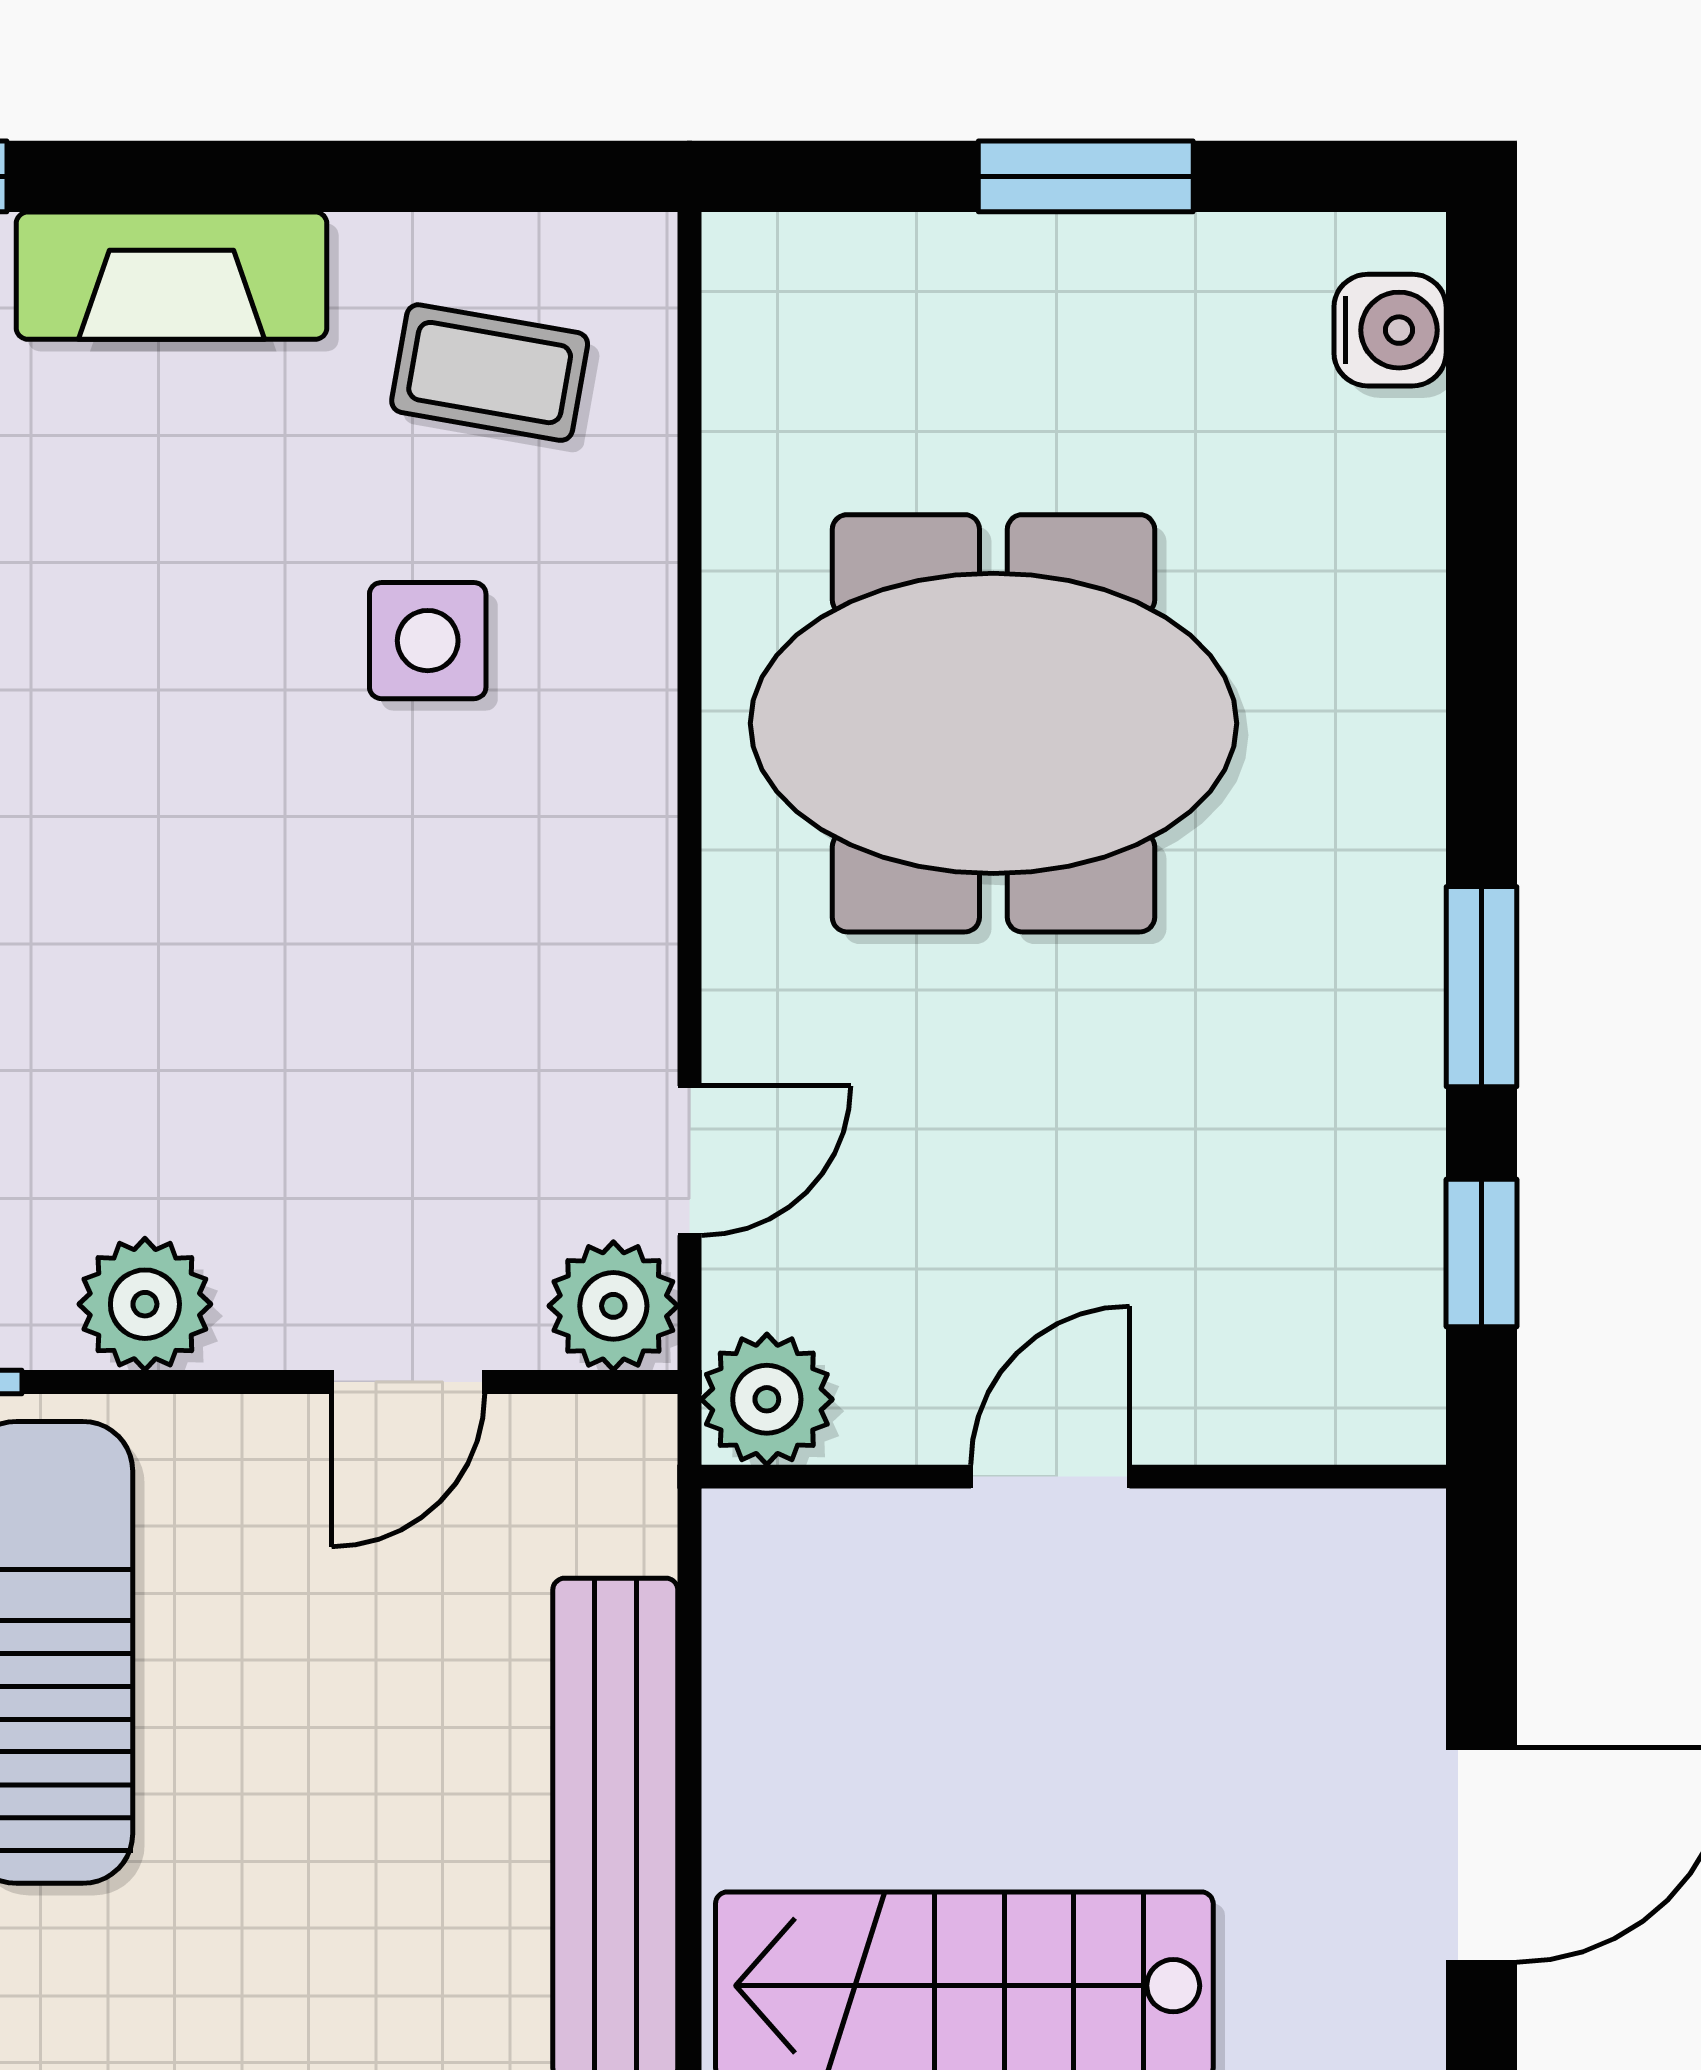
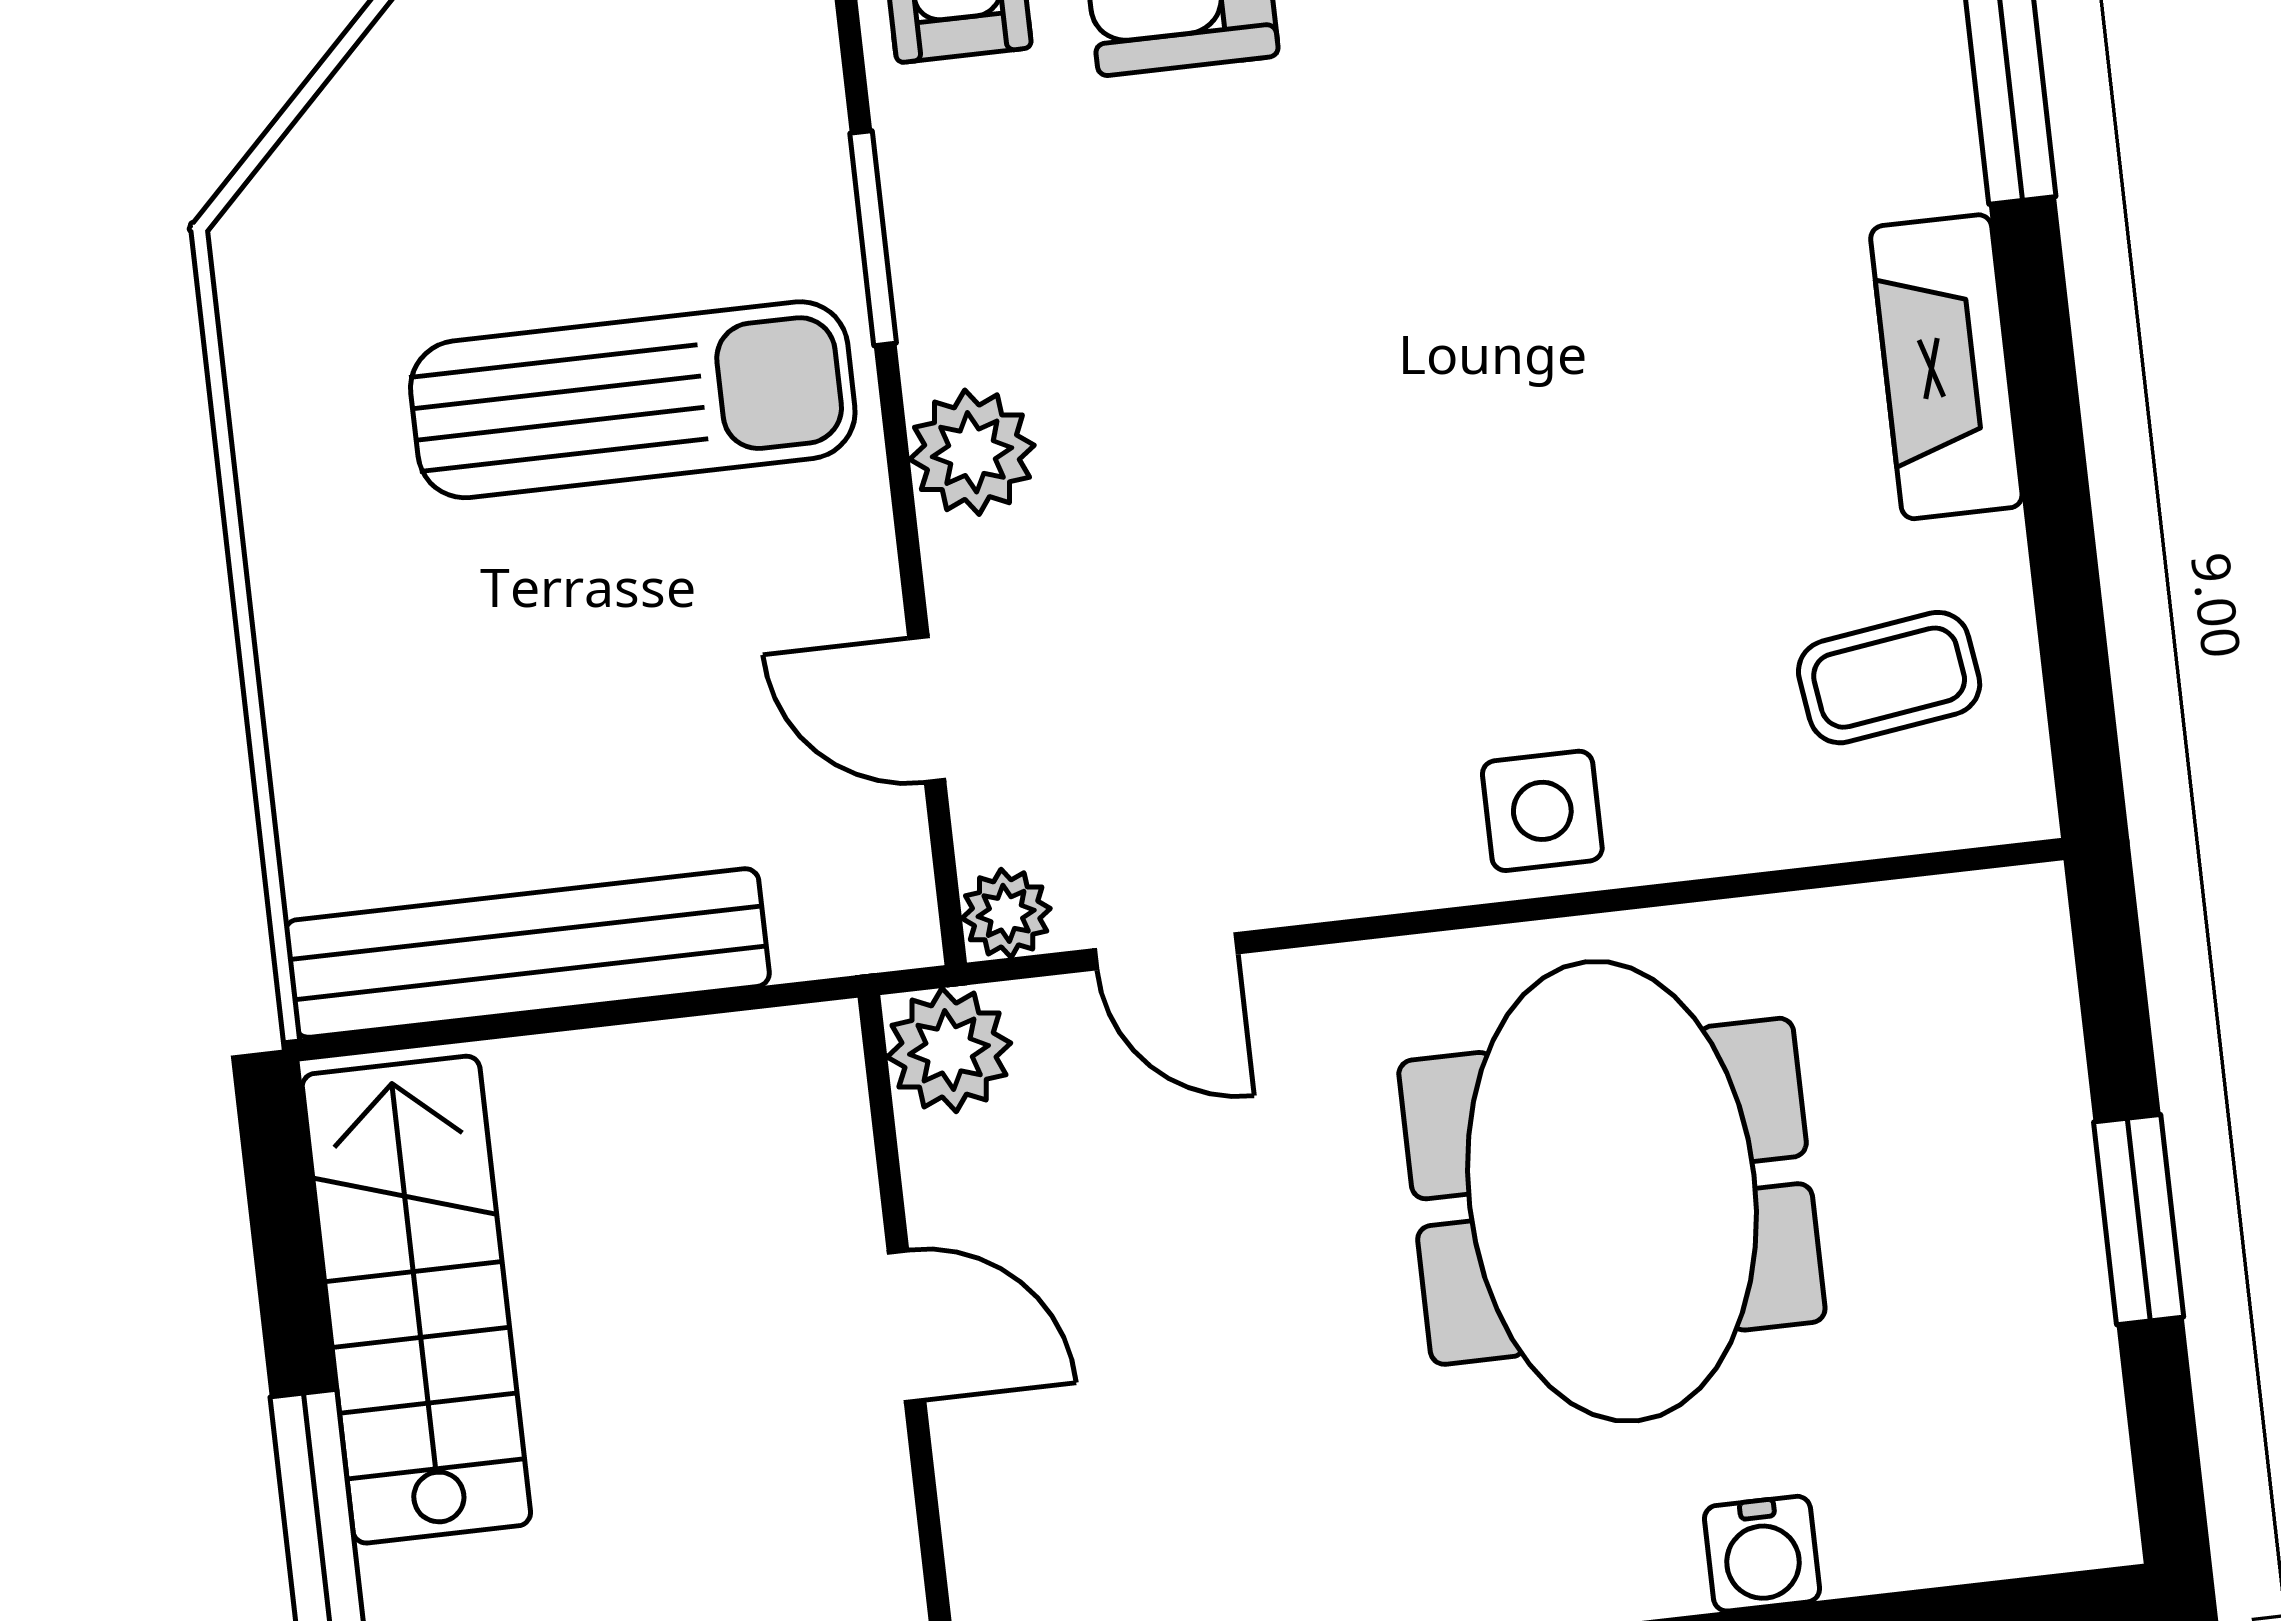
water cooler: (1390, 330) -> (1762, 1554), moved
coffee table: (490, 373) -> (1889, 678), turned 72
side table: (428, 641) -> (1542, 811), moved
plant: (613, 1306) -> (1006, 913), width x0.73, depth x0.73

